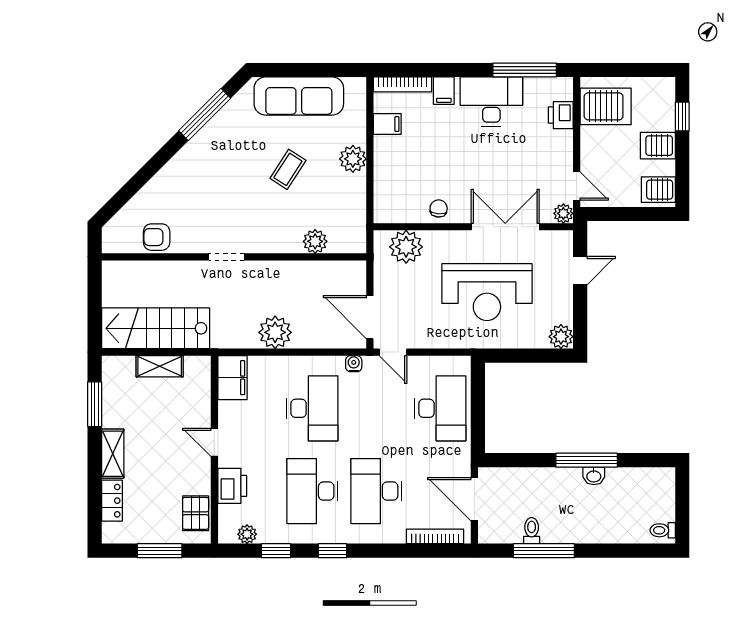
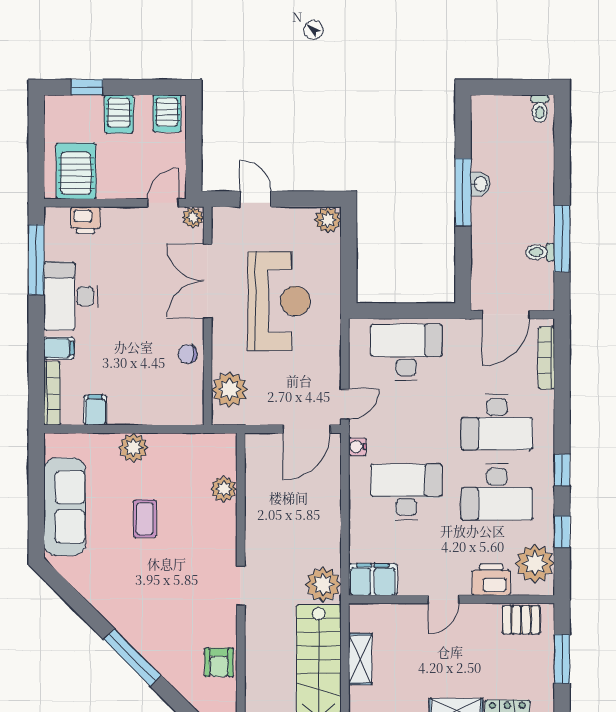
window: (205, 114) -> (132, 657), moved
coffee table: (288, 169) -> (145, 519), turned 57
plant: (275, 332) -> (323, 584), moved
plant: (247, 534) -> (535, 563), width x1.88, depth x1.88

